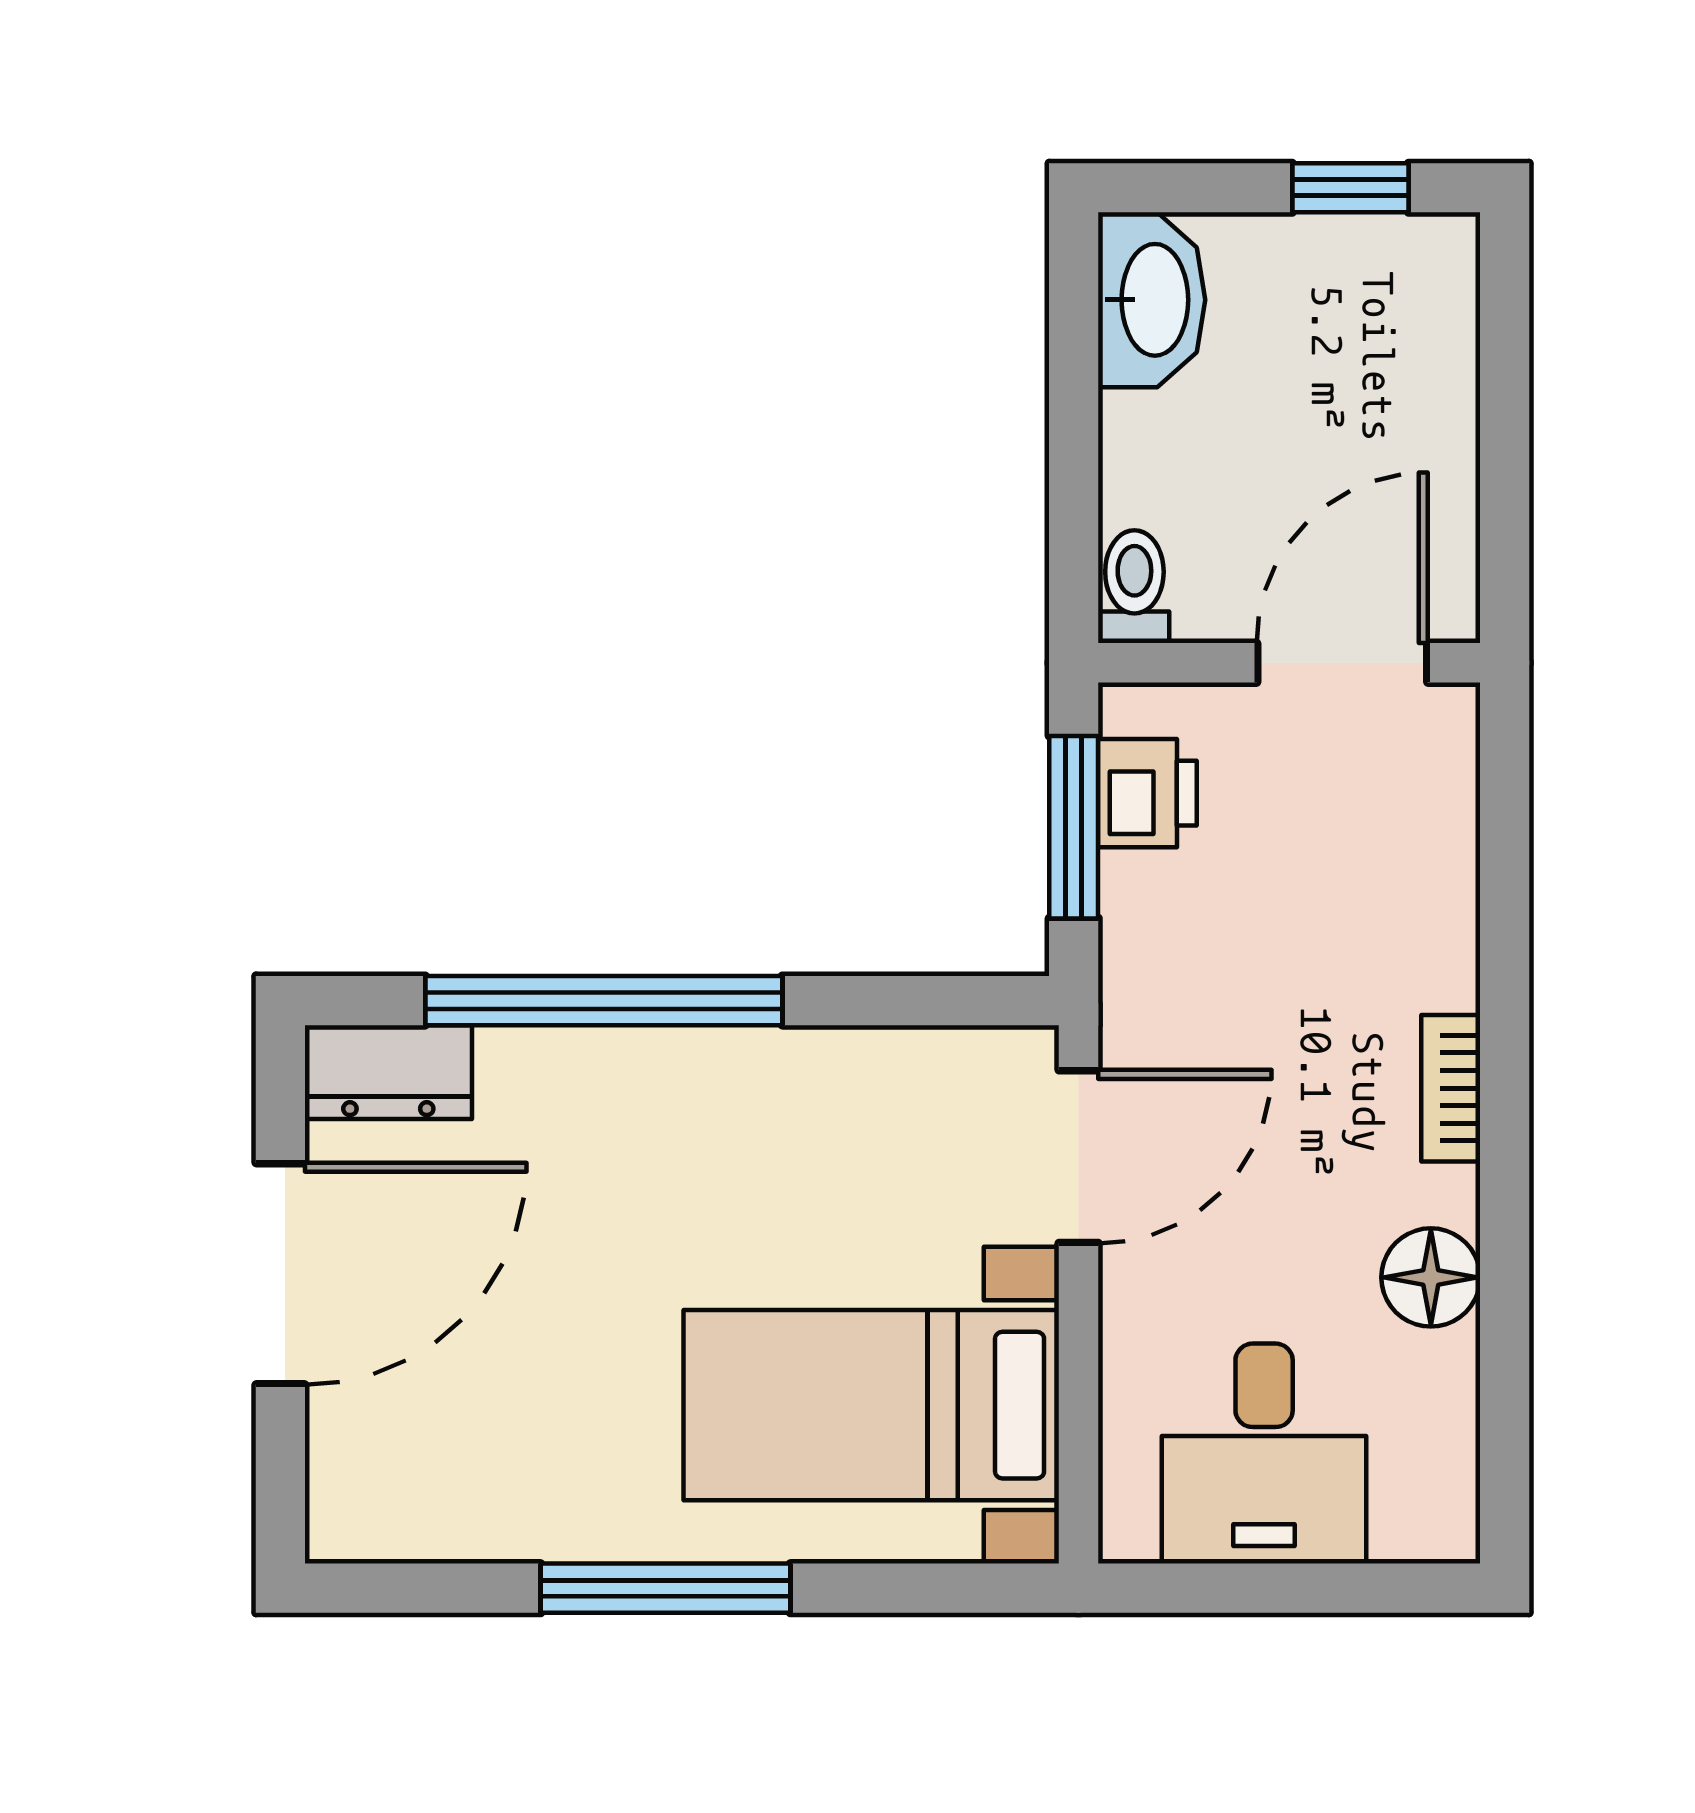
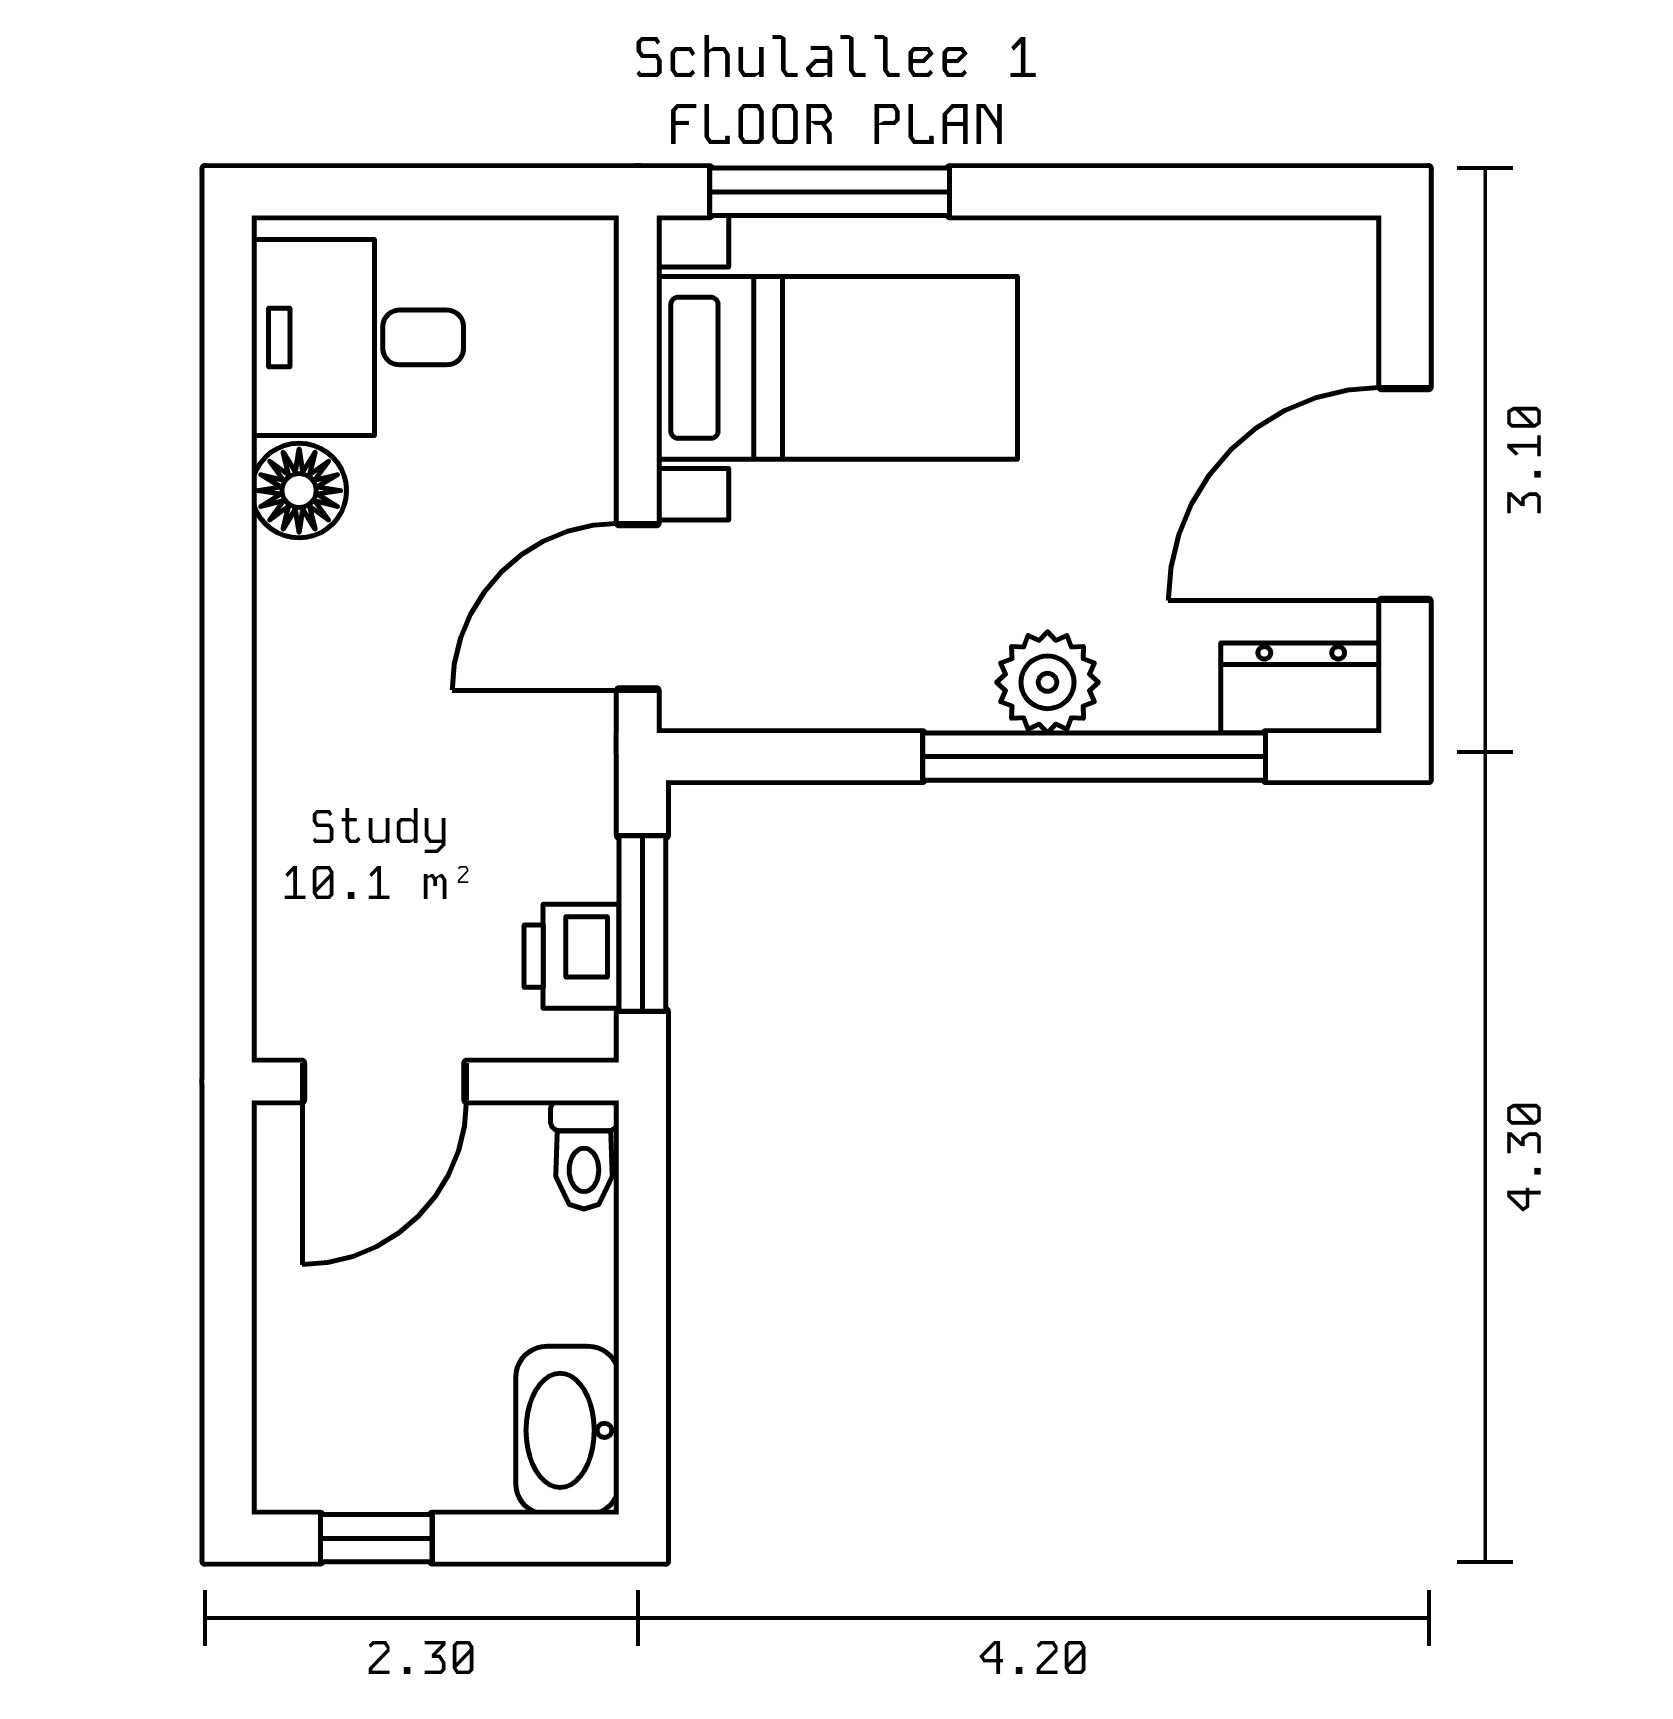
plant: (652, 1078) -> (1048, 682), added
bookcase: (1451, 1088) -> (280, 672), removed
desk: (1264, 1454) -> (358, 337), moved, turned -90
window: (666, 1588) -> (830, 192), moved

